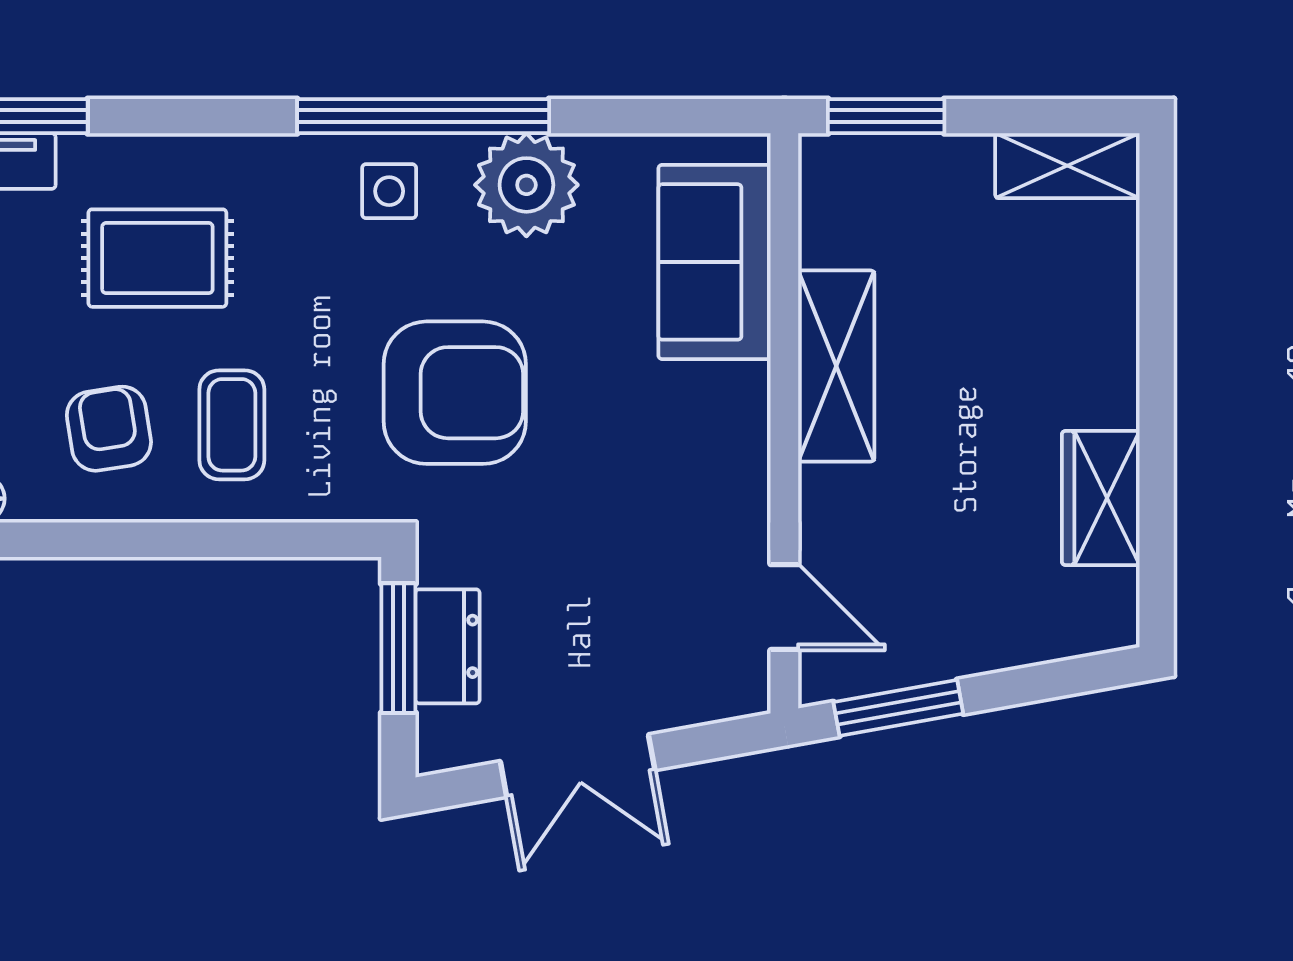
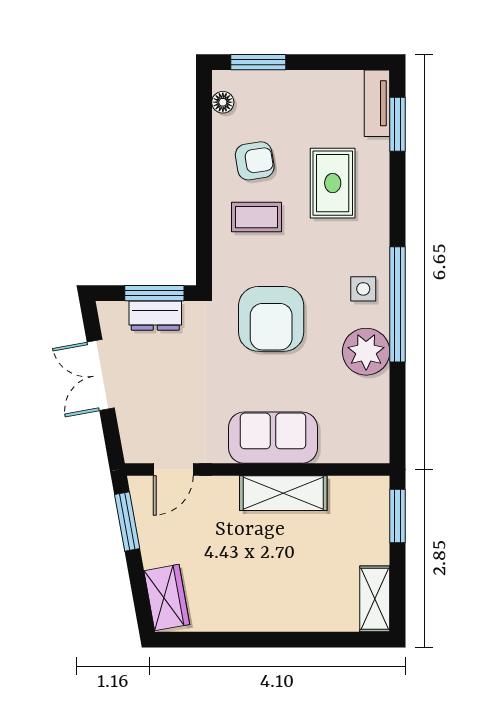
sofa: (715, 262) -> (273, 438), moved
wardrobe: (1101, 498) -> (167, 598), moved, turned 80

